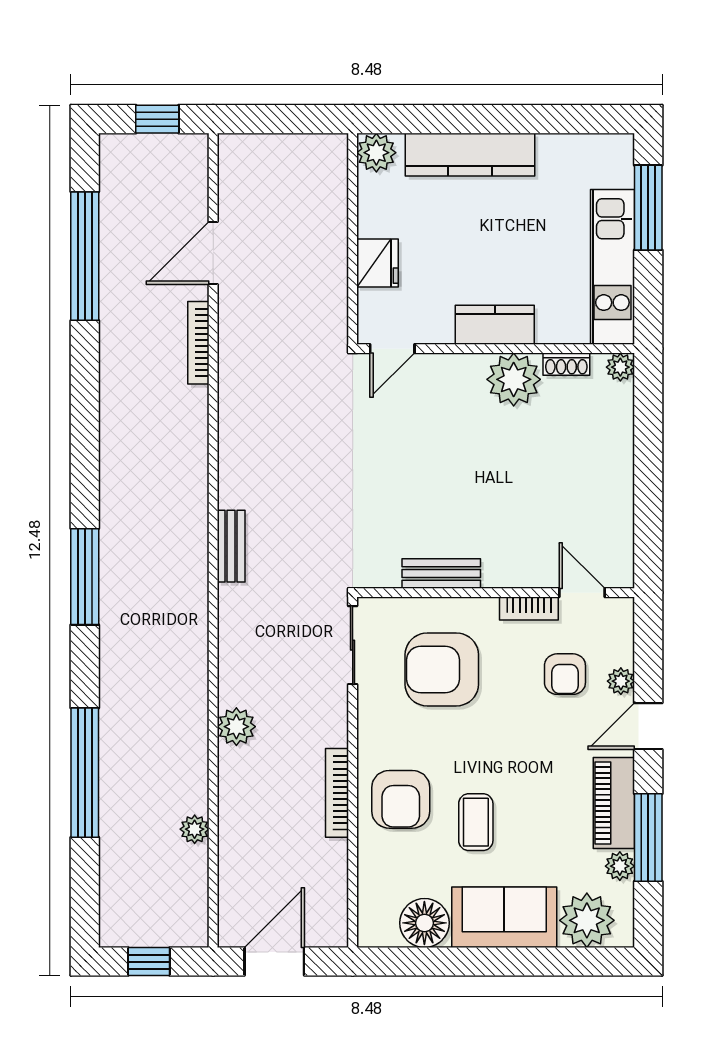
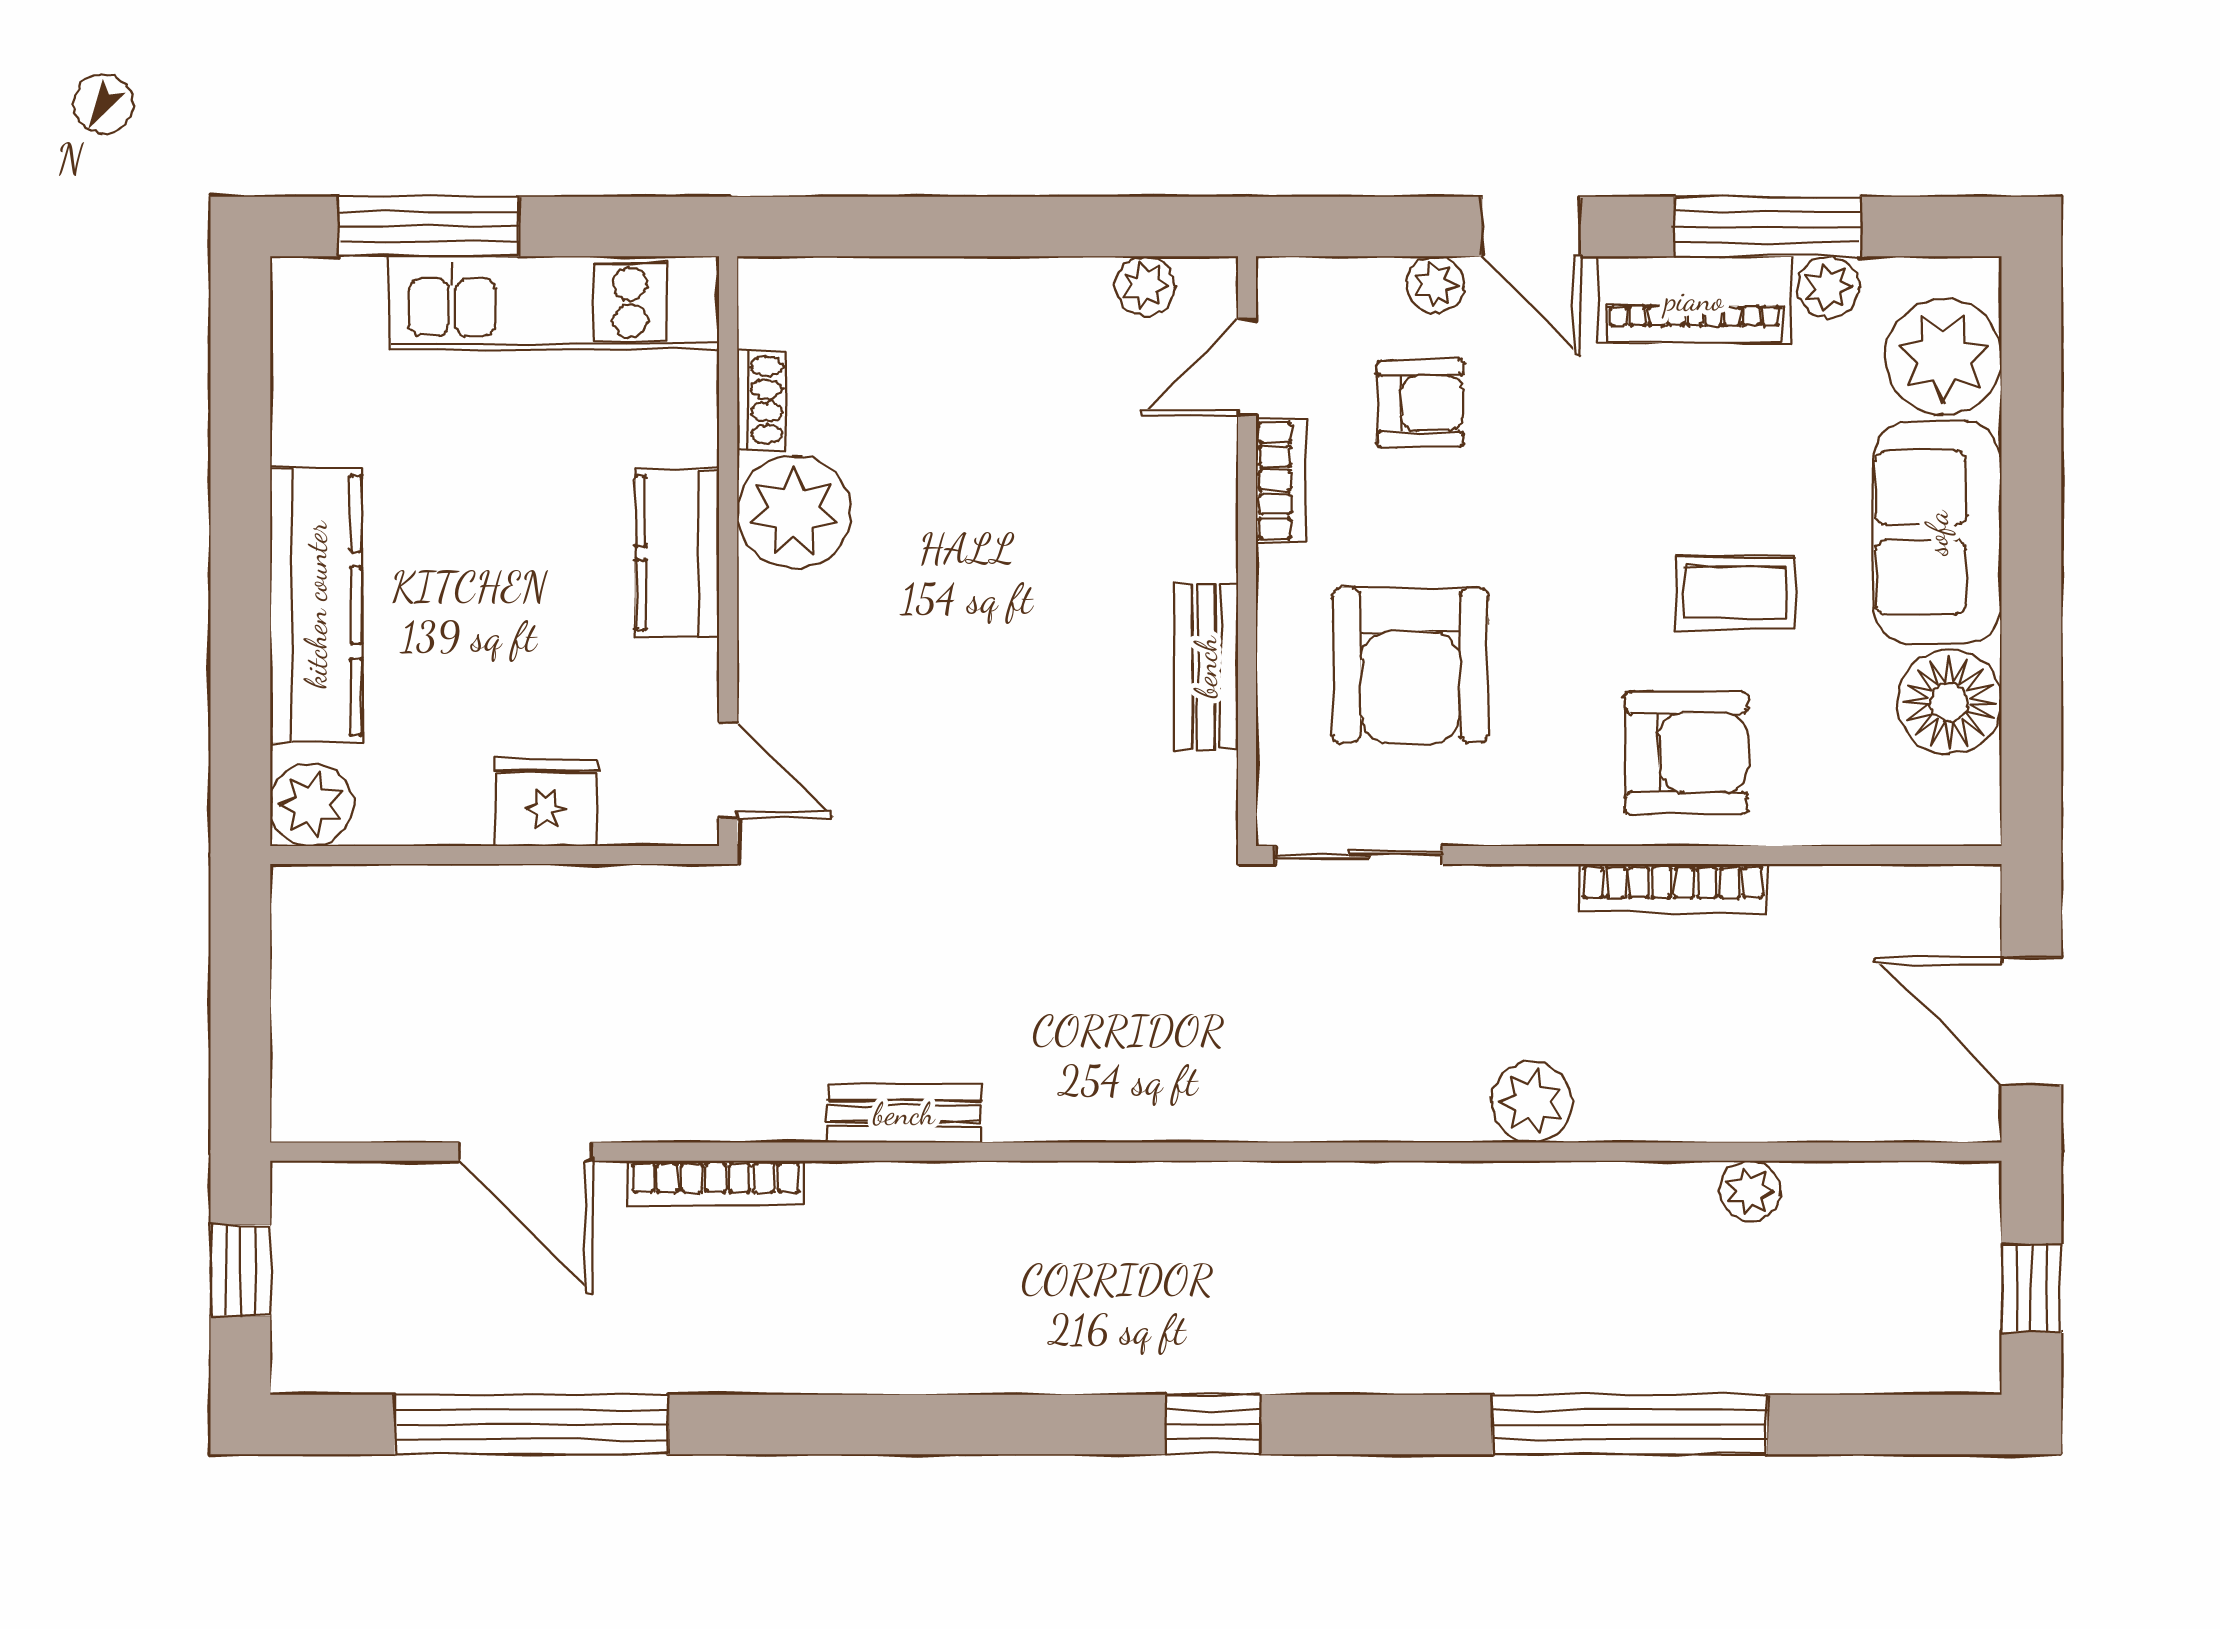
plant: (620, 367) -> (1145, 286), moved
bench: (231, 546) -> (904, 1114), moved
window: (85, 577) -> (1213, 1424), width x0.46

